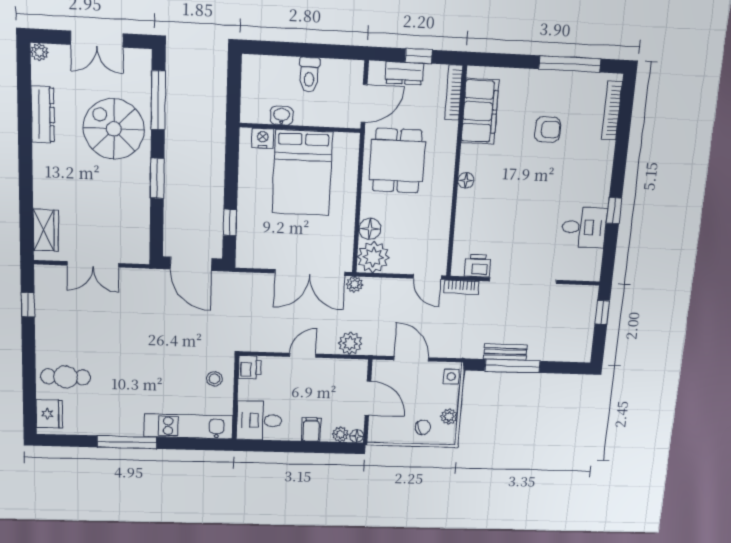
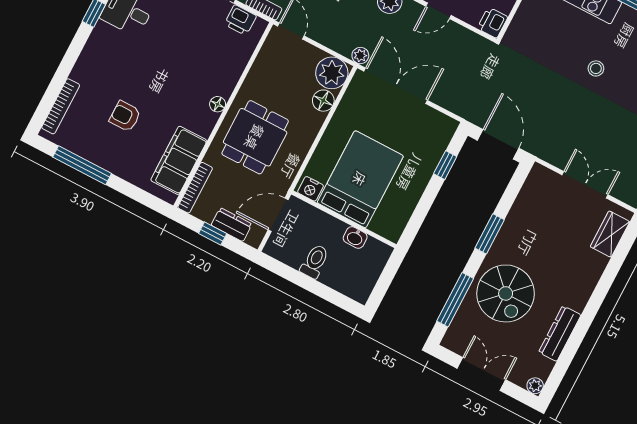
nightstand: (263, 138) -> (311, 189), moved
dining table: (397, 161) -> (255, 137), moved
stool: (214, 379) -> (596, 68), moved

